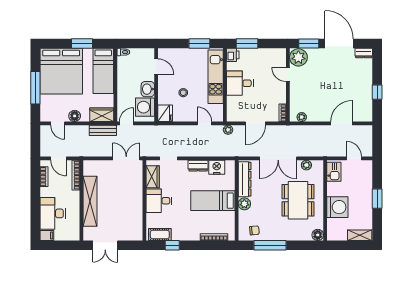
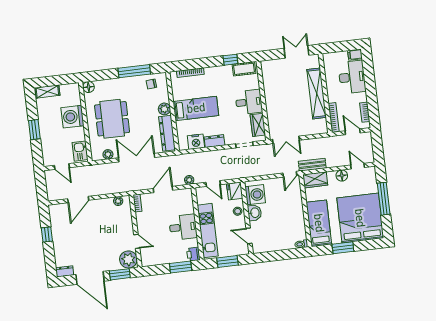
door: (156, 67) -> (249, 236), moved
wall: (156, 85) -> (247, 218), moved
washbasin: (148, 89) -> (255, 213), moved
washing machine: (145, 107) -> (255, 195), moved
fridge: (165, 113) -> (235, 191), moved

